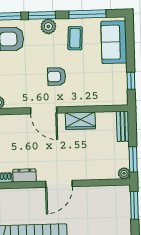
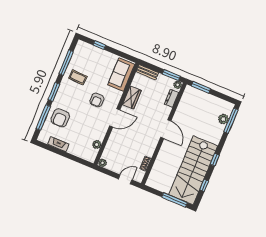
plant: (48, 26) -> (63, 91), removed
sofa: (114, 42) -> (121, 75), moved, turned 90
window: (131, 81) -> (99, 45), moved
dresser: (24, 175) -> (171, 98), moved

